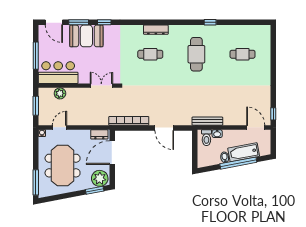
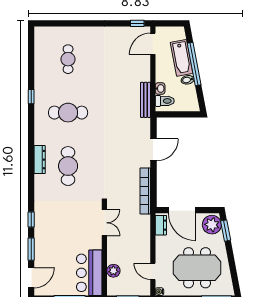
booth: (86, 36) -> (47, 240), removed
cafe table: (150, 54) -> (68, 166), width x1.37, depth x1.35
double door: (101, 86) -> (104, 223), swing flipped

